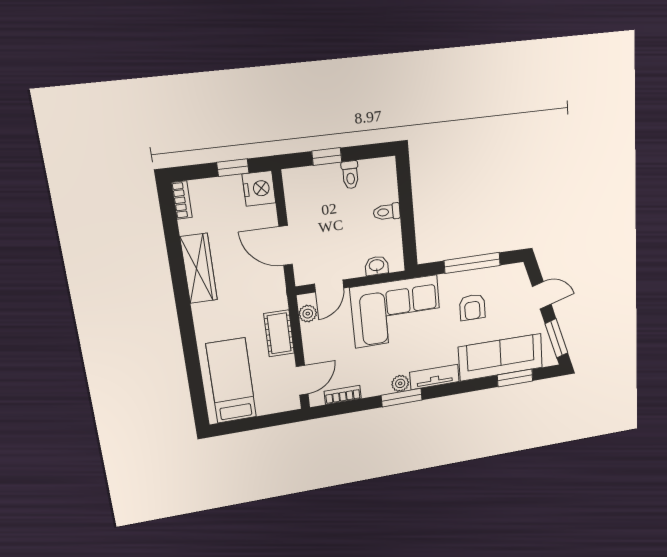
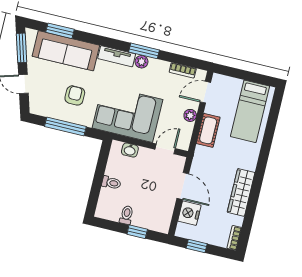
nightstand: (259, 188) -> (189, 213), moved
plant: (308, 314) -> (190, 115), moved

